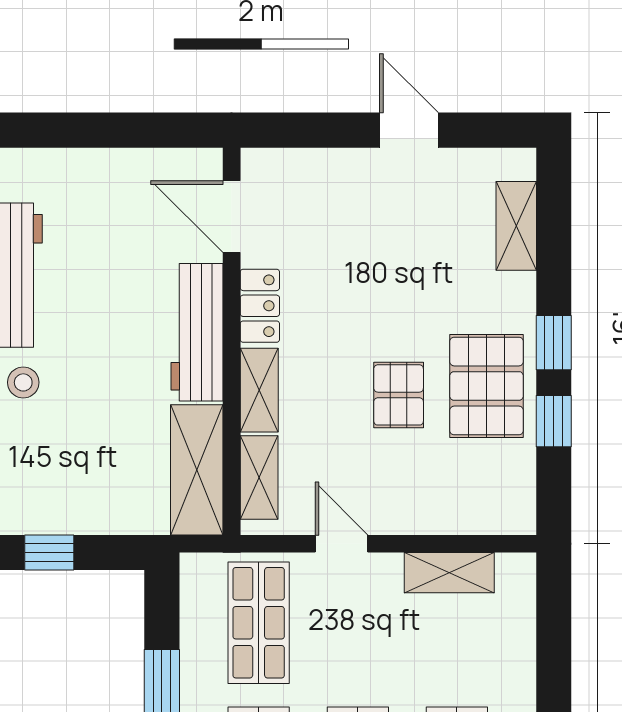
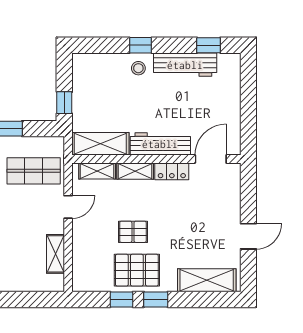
shelving: (516, 226) -> (207, 280), width x1.50, depth x1.33
window: (49, 552) -> (64, 103), moved

